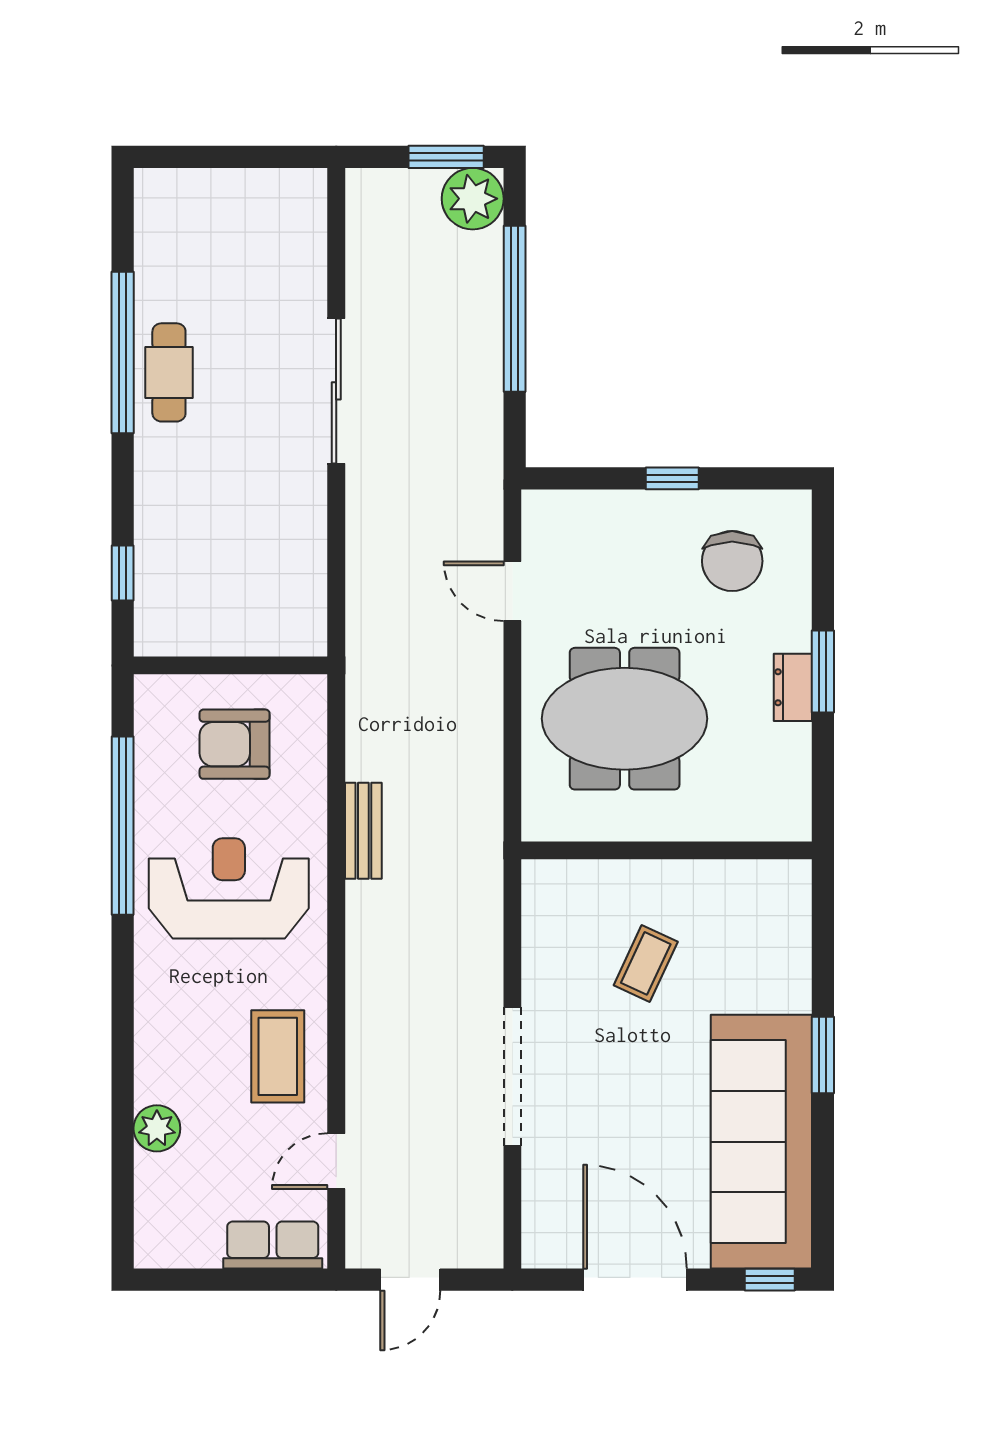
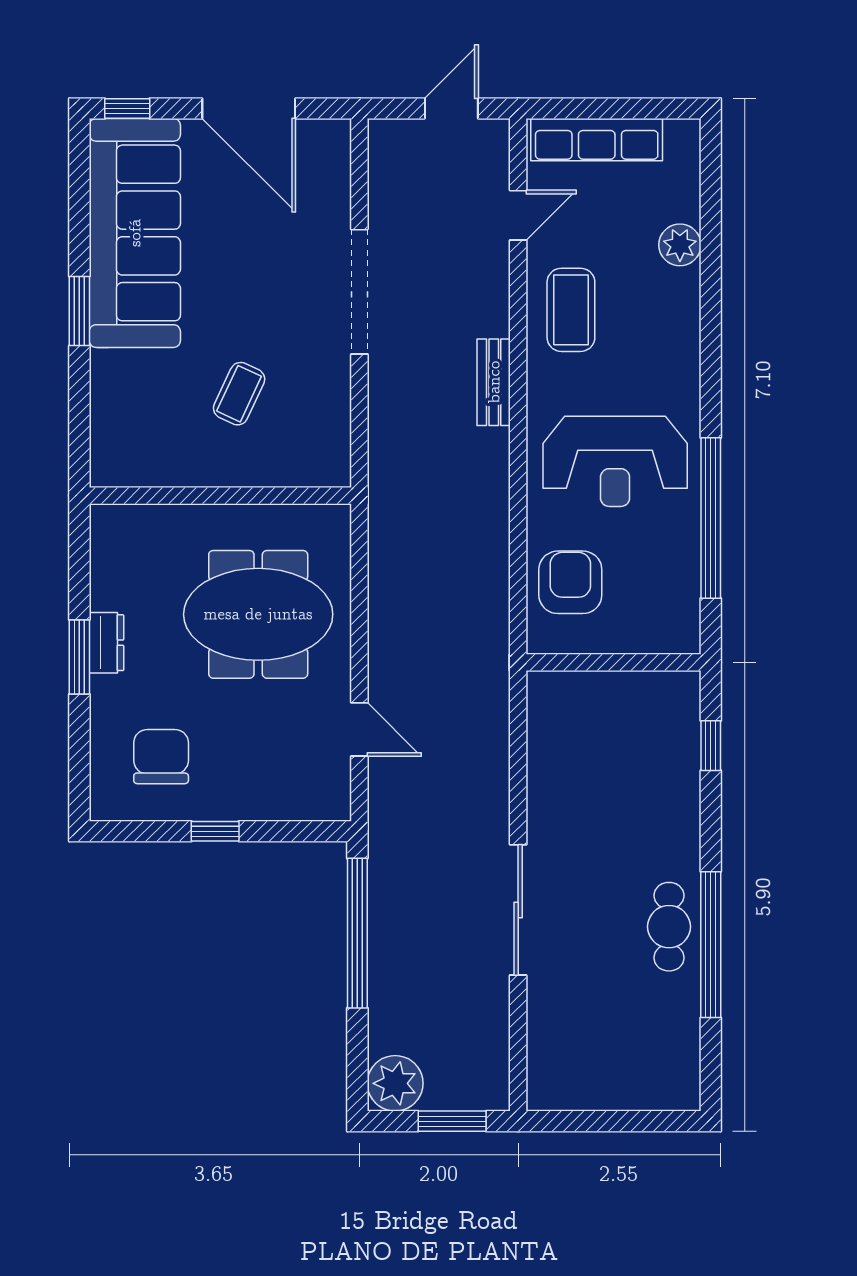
window: (446, 157) -> (452, 1121), moved
window: (515, 309) -> (357, 933), moved
armchair: (235, 744) -> (570, 582), moved, turned -90
bench: (363, 831) -> (494, 382), moved
row of seats: (273, 1245) -> (597, 140), width x1.48

